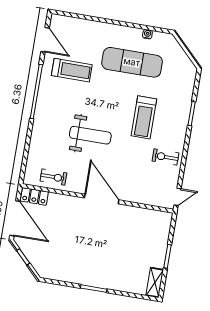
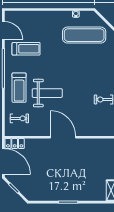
exercise mat: (132, 62) -> (84, 35), moved
treadmill: (144, 117) -> (19, 88), moved
exercise bike: (53, 177) -> (19, 118), moved

